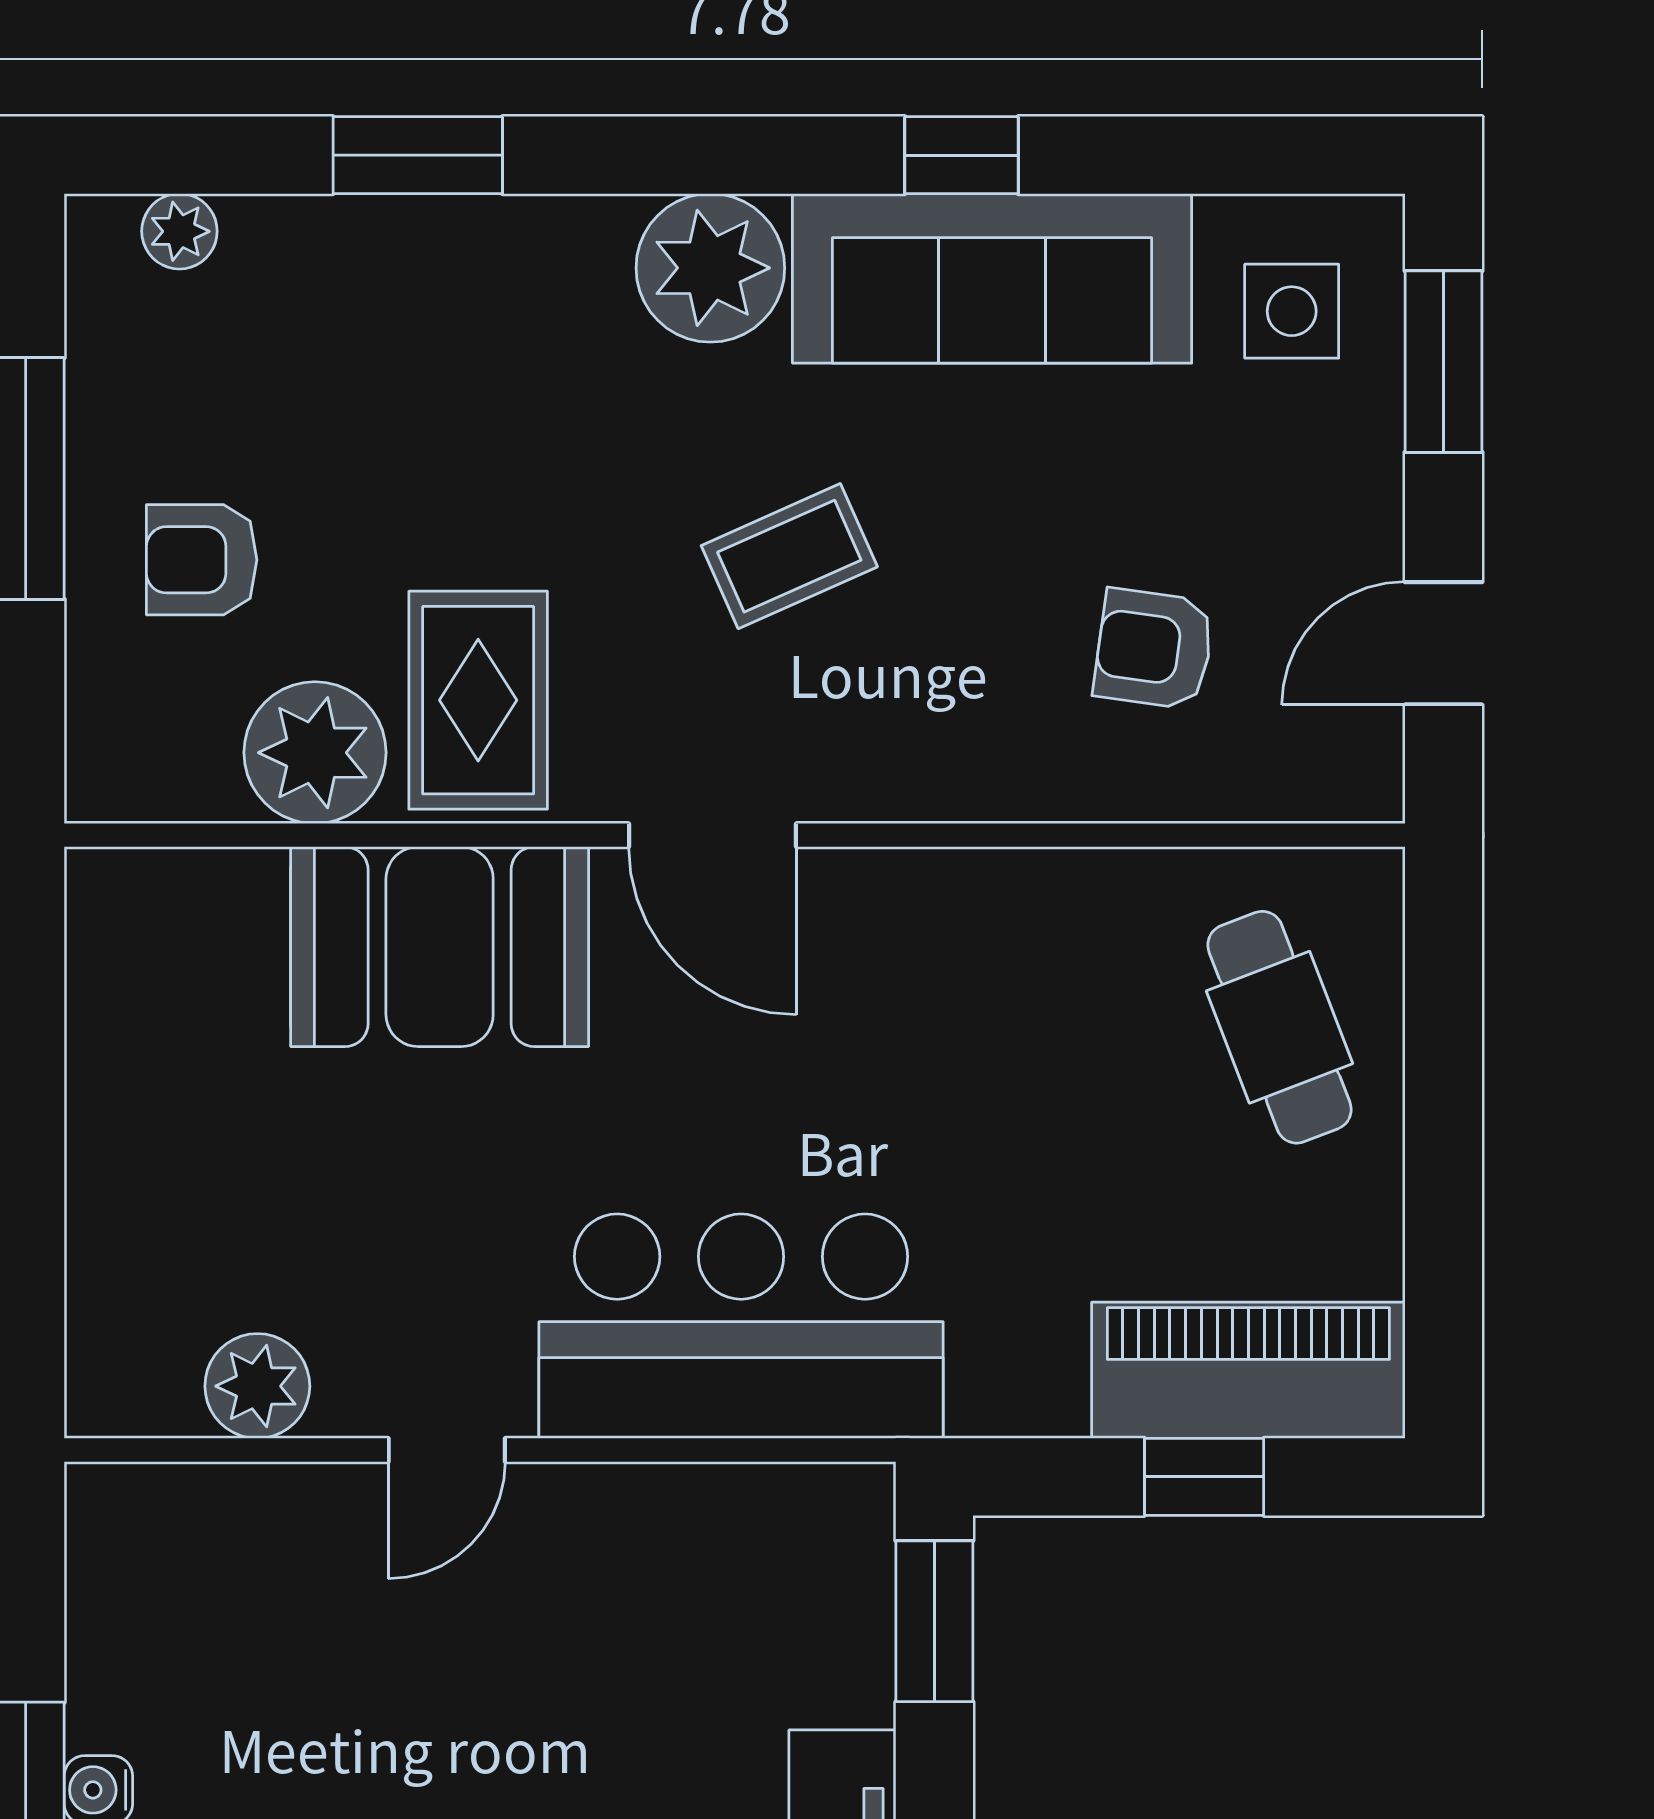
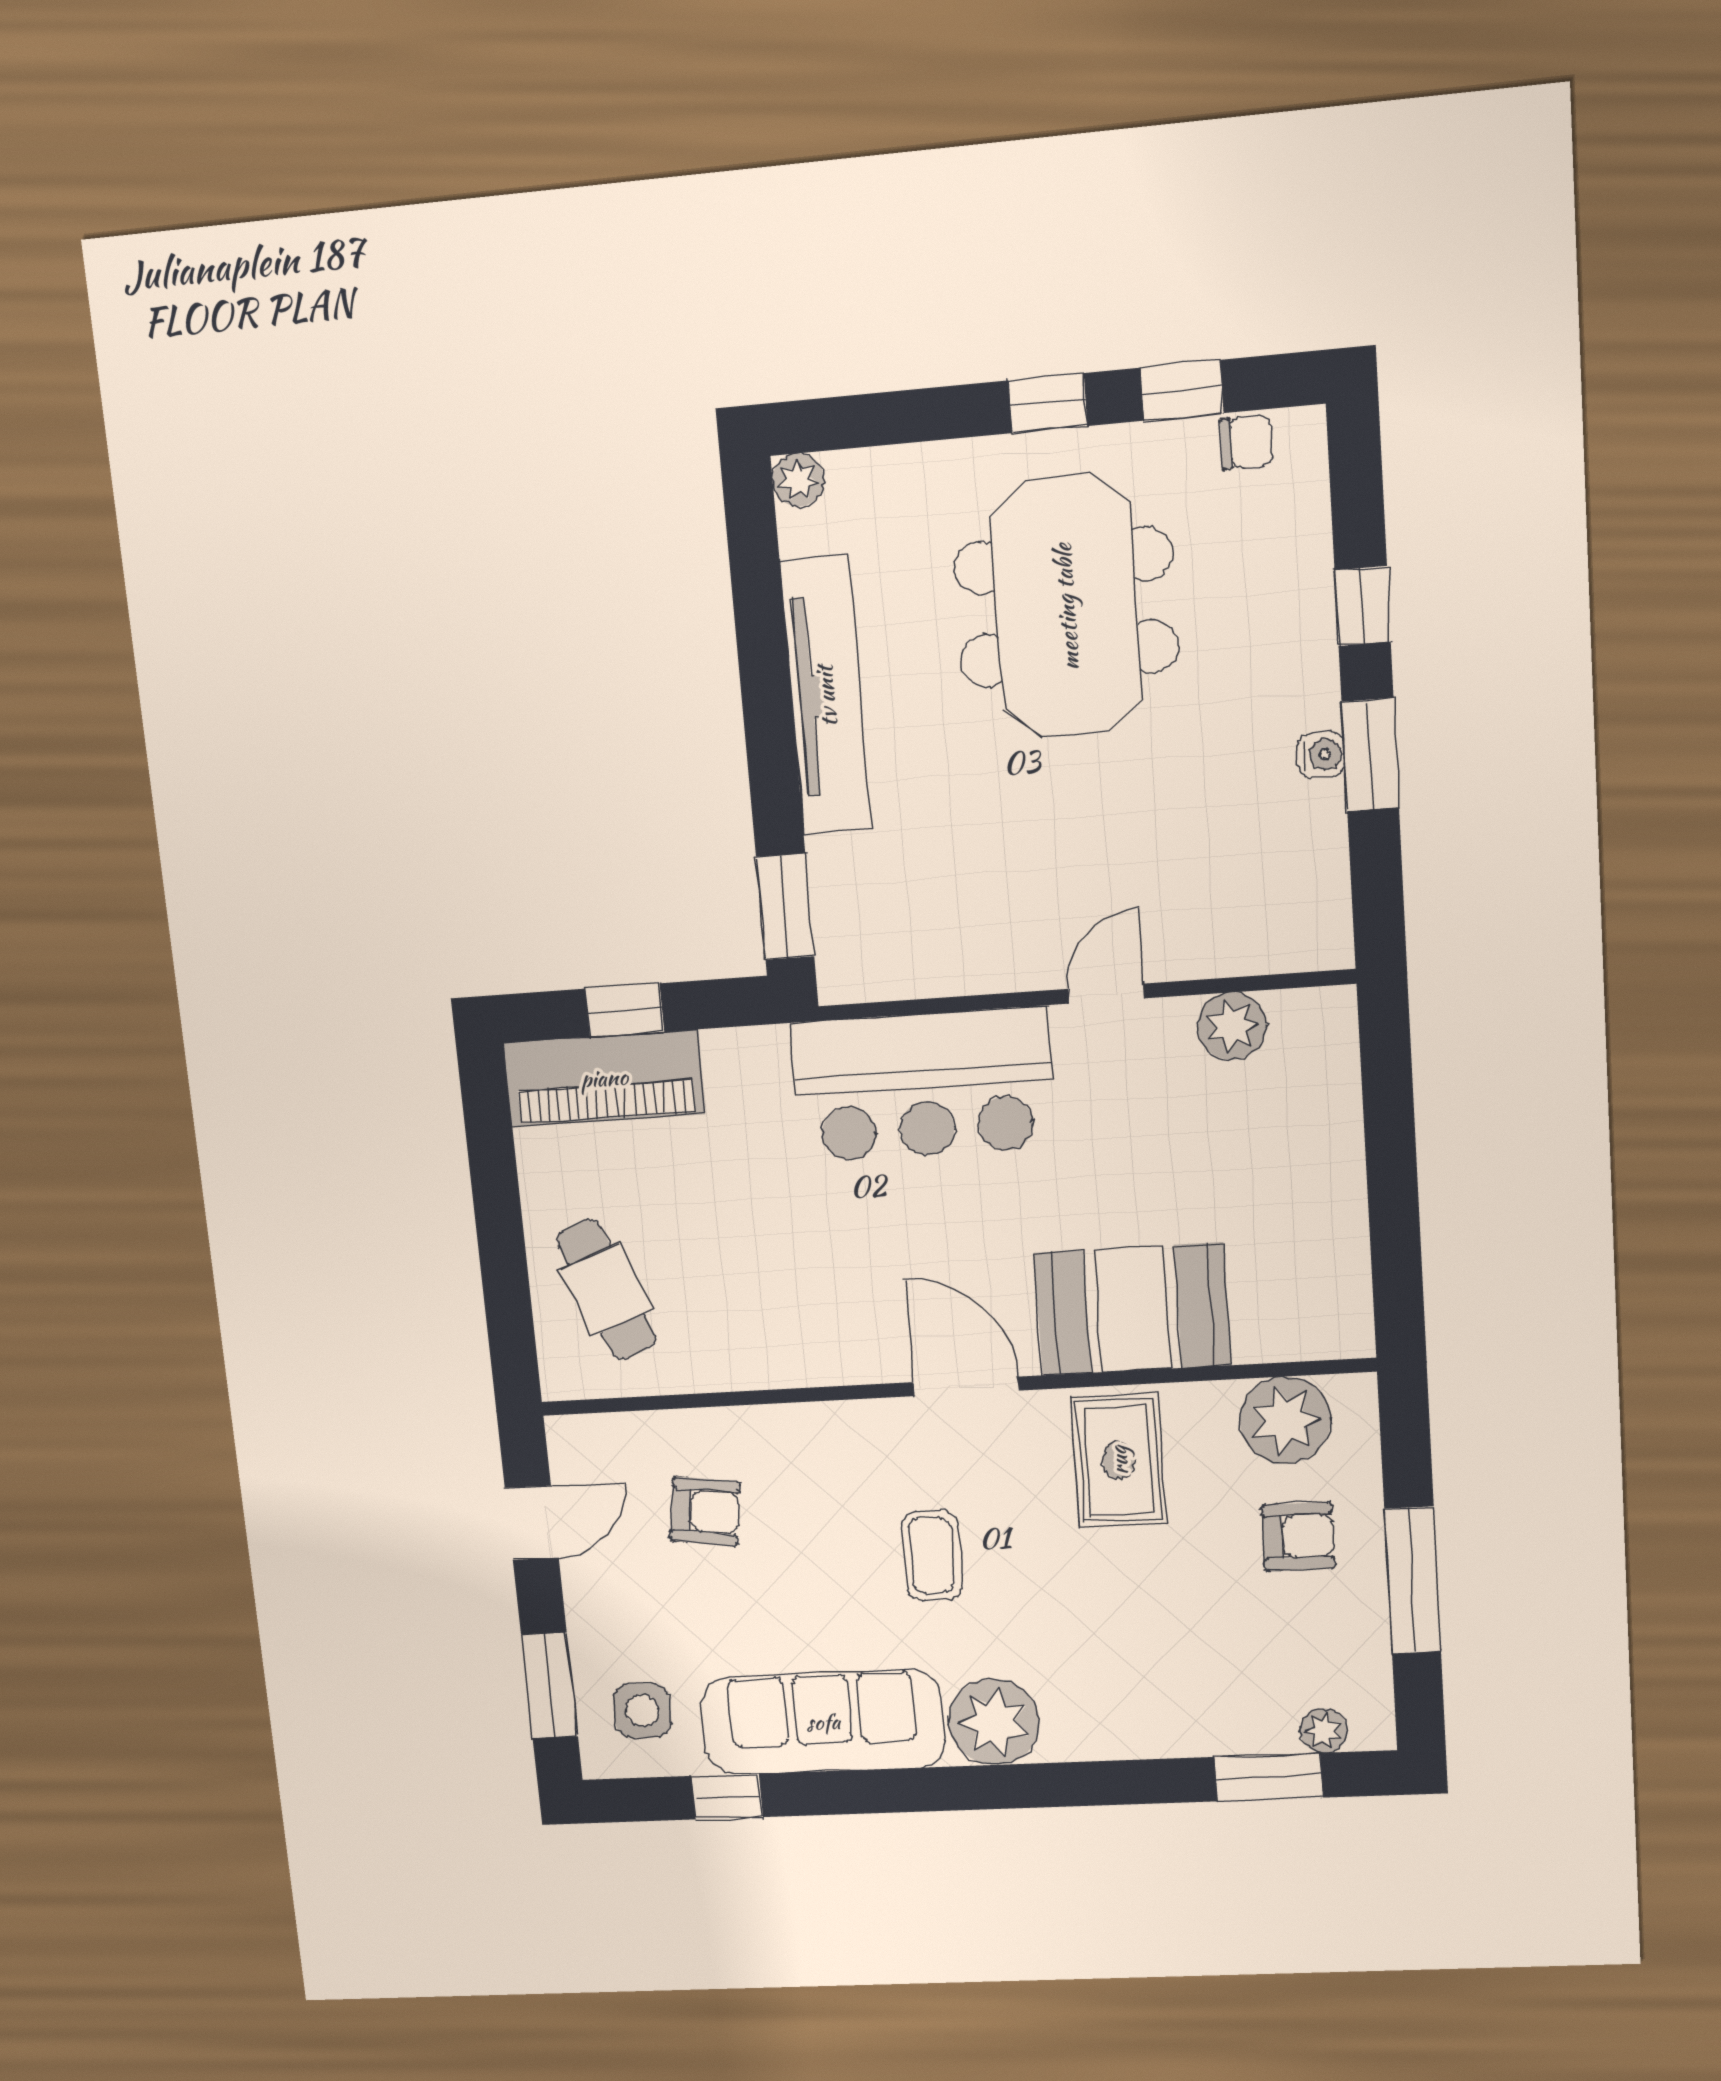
window: (418, 155) -> (1269, 1777), moved
window: (962, 155) -> (727, 1797), moved
coffee table: (789, 556) -> (932, 1555), turned -66
plant: (315, 753) -> (1285, 1420), moved

